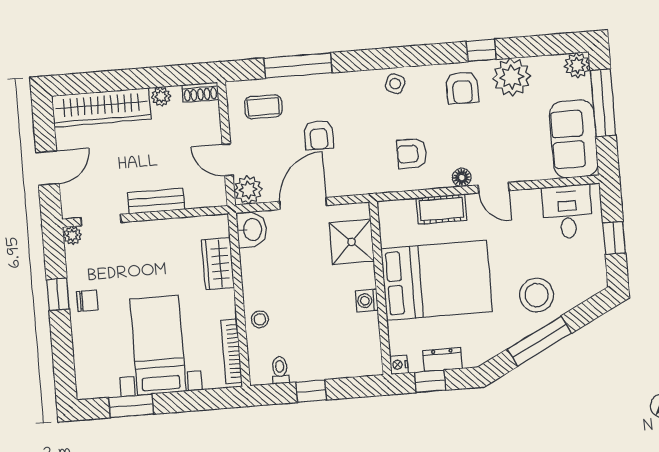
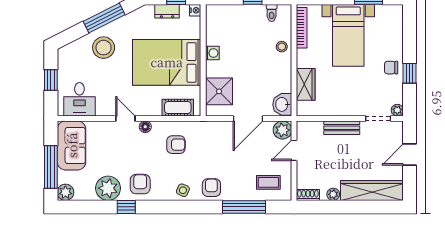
armchair: (319, 135) -> (211, 188), moved
door: (228, 160) -> (294, 150), swing flipped
cot: (441, 209) -> (178, 108), moved

